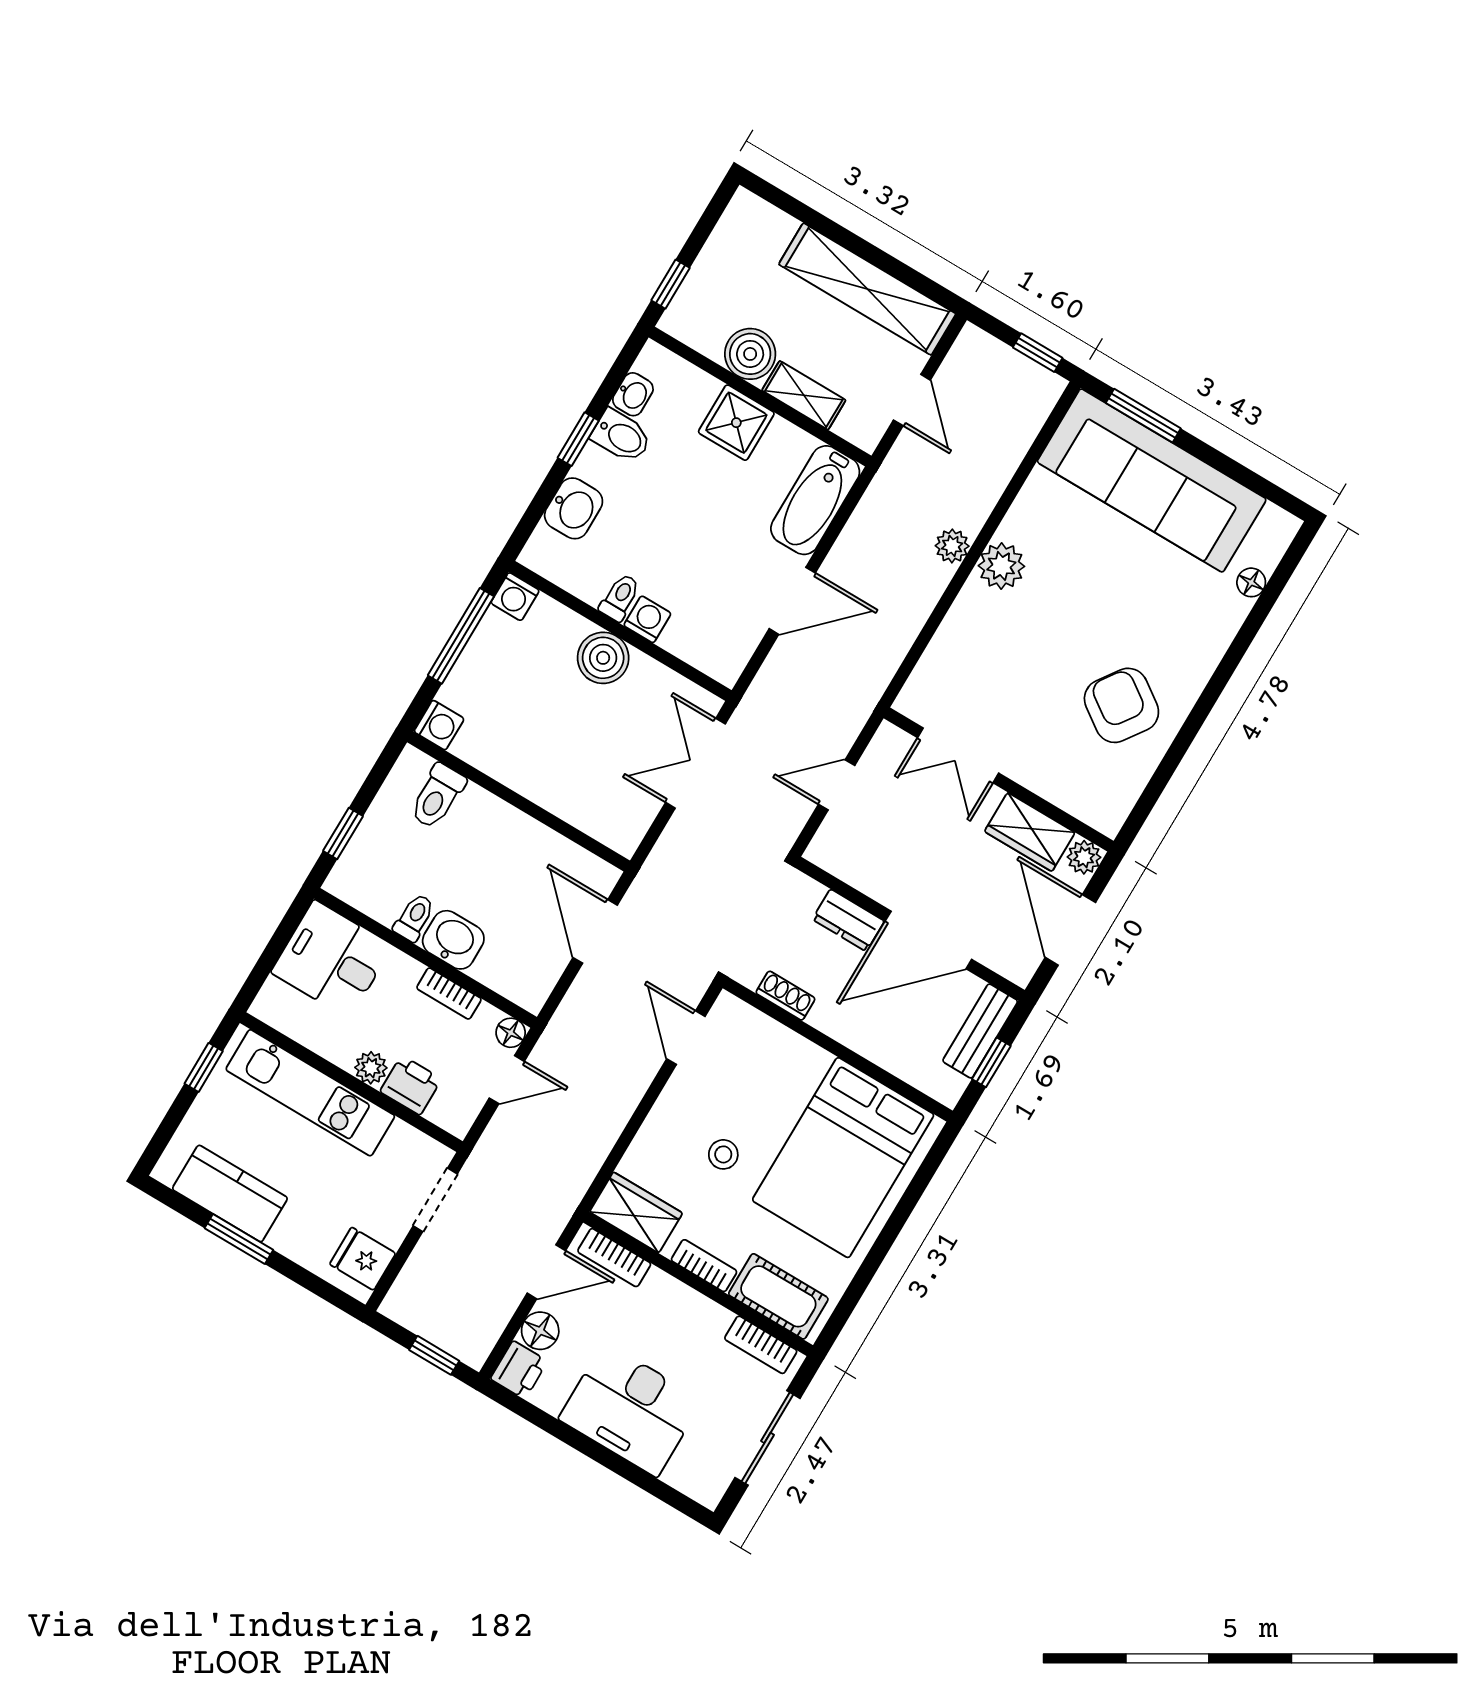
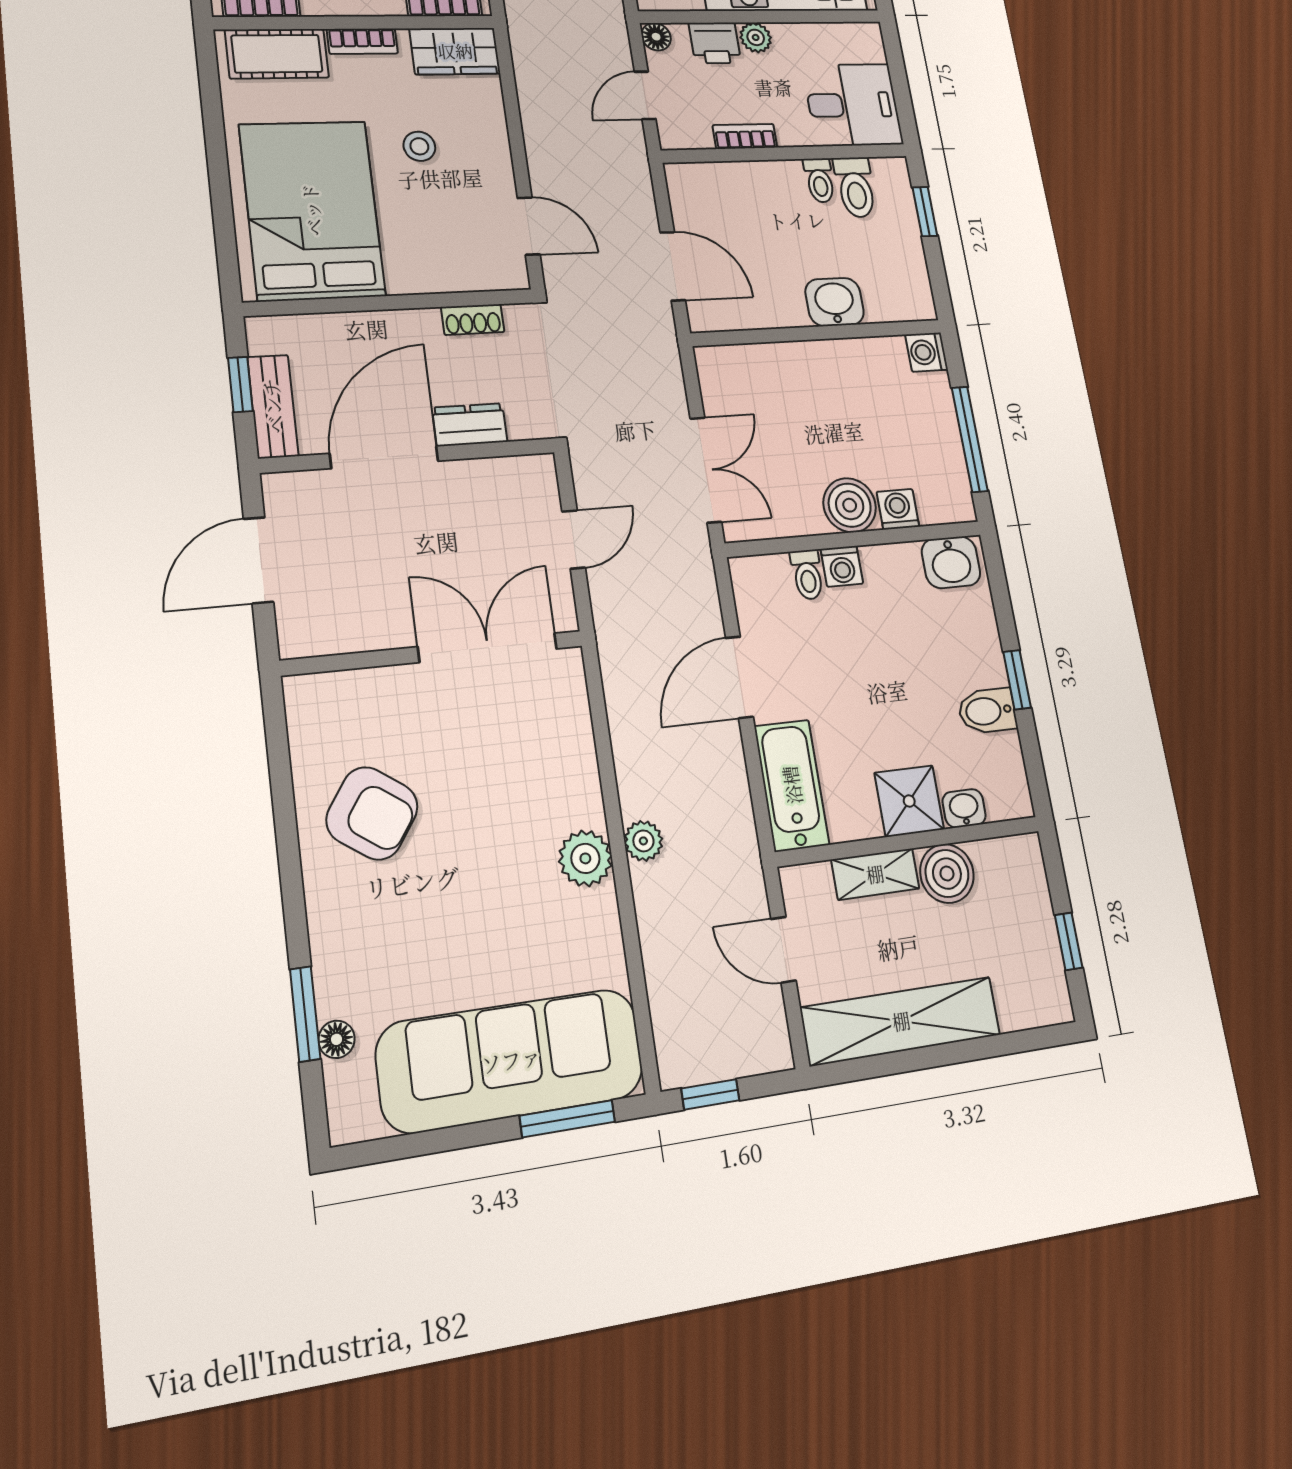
window: (671, 284) -> (1069, 941), moved
washbasin: (633, 394) -> (964, 808), moved, turned 90
washbasin: (574, 508) -> (951, 562), moved, turned -90
washing machine: (515, 597) -> (898, 509), moved
toilet: (620, 597) -> (807, 575), moved
window: (1259, 613) -> (305, 1014), added
double door: (958, 755) -> (488, 648), width x1.37
toilet: (437, 796) -> (855, 187), moved, turned 180
wardrobe: (1030, 832) -> (367, 625), removed
plant: (1084, 857) -> (297, 639), removed
door: (1070, 930) -> (258, 560), swing flipped
washbasin: (453, 940) -> (835, 302), moved, turned 180
floor lamp: (511, 1033) -> (656, 37), moved

